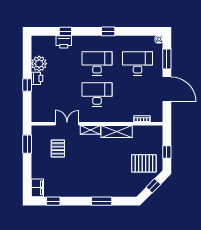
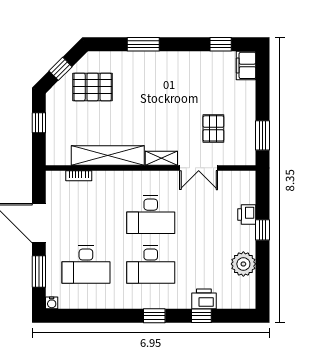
window: (108, 31) -> (154, 316), moved
printer: (37, 78) -> (247, 215), moved
shelving: (117, 132) -> (108, 156), width x1.47
pallet: (144, 163) -> (93, 87), moved

